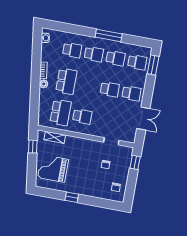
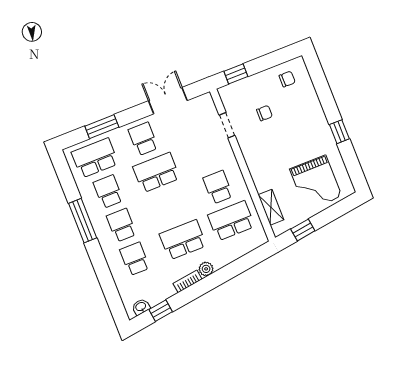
window: (37, 47) -> (161, 311), added
school desk: (137, 62) -> (95, 158), width x1.85
window: (153, 65) -> (102, 127), moved
school desk: (110, 89) -> (156, 173), width x1.85

